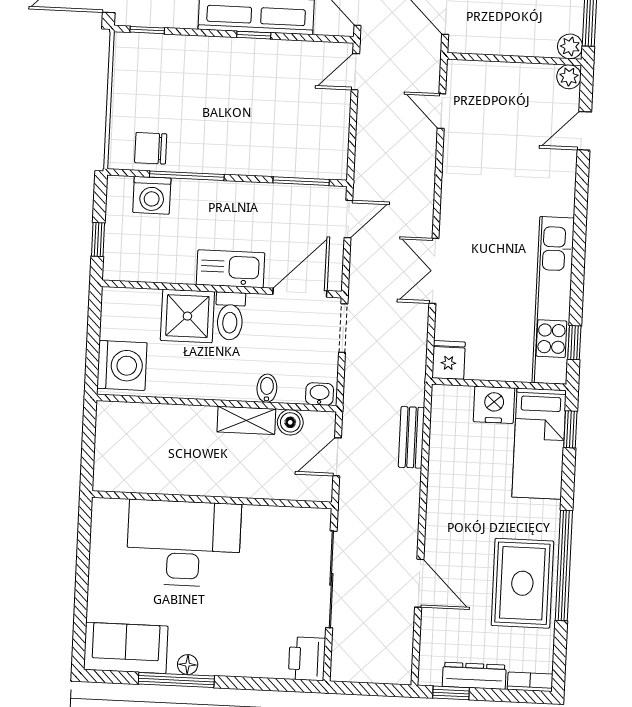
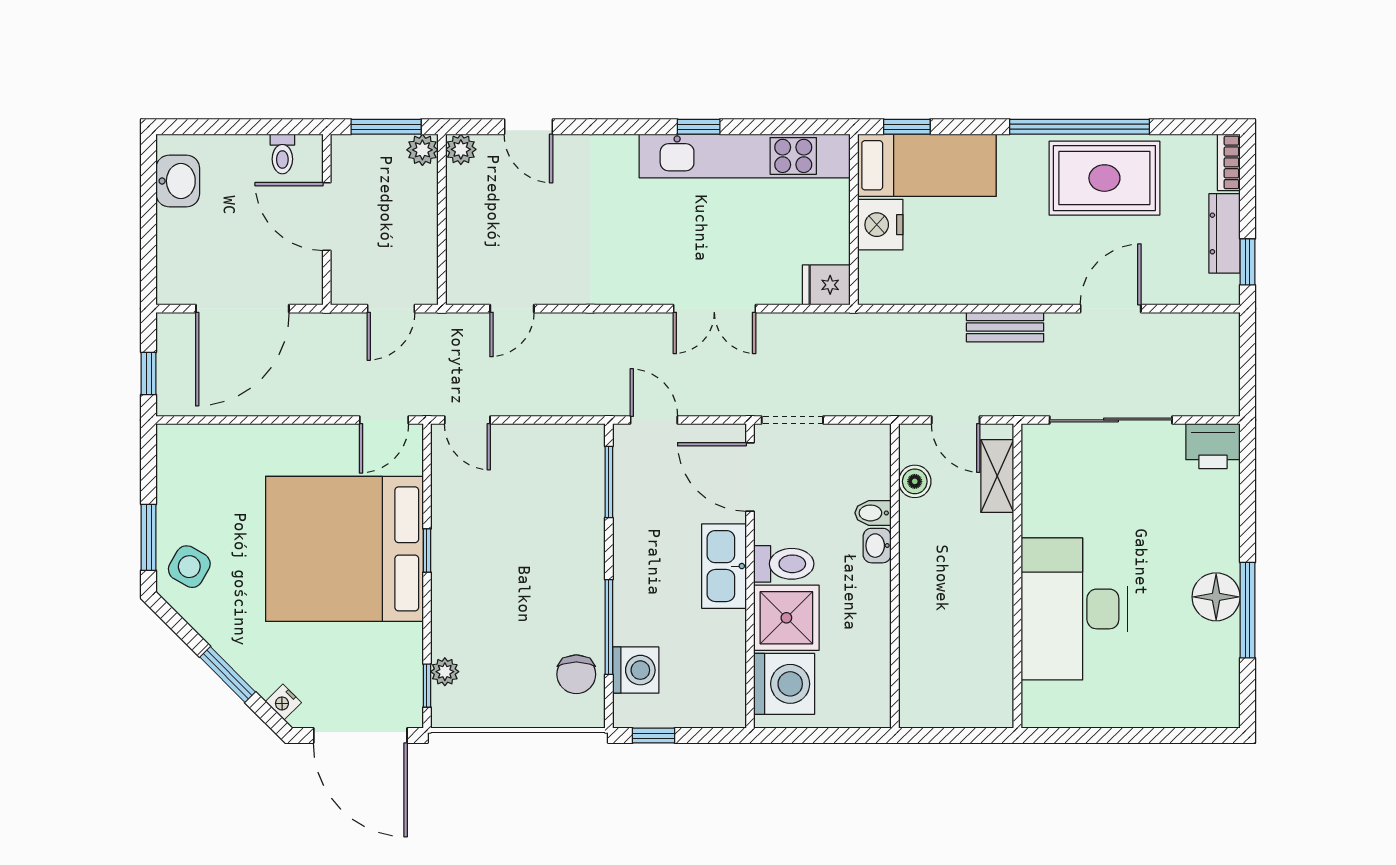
plant: (158, 45) -> (445, 672), added
window: (98, 240) -> (654, 736), moved
window: (574, 343) -> (699, 127), moved
washing machine: (122, 365) -> (784, 684), moved, turned 90
washbasin: (320, 394) -> (877, 546), moved
shelving: (246, 420) -> (997, 476), moved
bench: (412, 437) -> (1005, 327), moved
sofa: (126, 648) -> (1210, 676), removed
floor lamp: (188, 665) -> (1216, 597), width x1.89, depth x1.89

